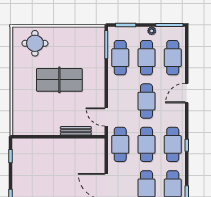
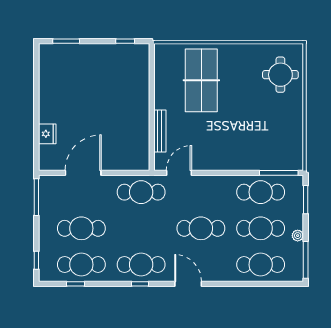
table tennis table: (59, 80) -> (201, 80), moved
door: (187, 93) -> (188, 284), moved
cafe table: (146, 144) -> (141, 228), removed

